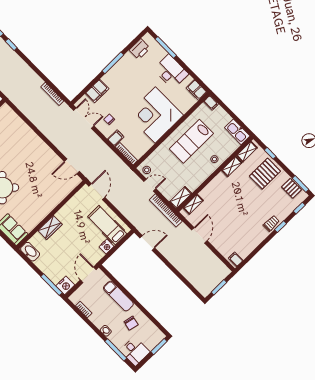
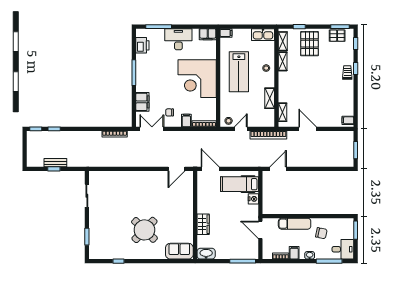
shelving: (181, 198) -> (270, 98), moved
nightstand: (65, 285) -> (252, 252), removed
filing cabinet: (96, 317) -> (294, 253), added

